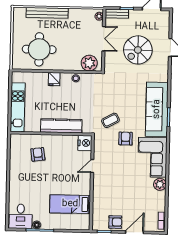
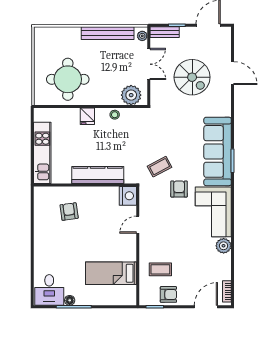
bench: (47, 13) -> (108, 33), moved
spiral stairs: (138, 50) -> (192, 77), turned -90
coffee table: (109, 202) -> (160, 269), added
door: (134, 232) -> (206, 307), moved

